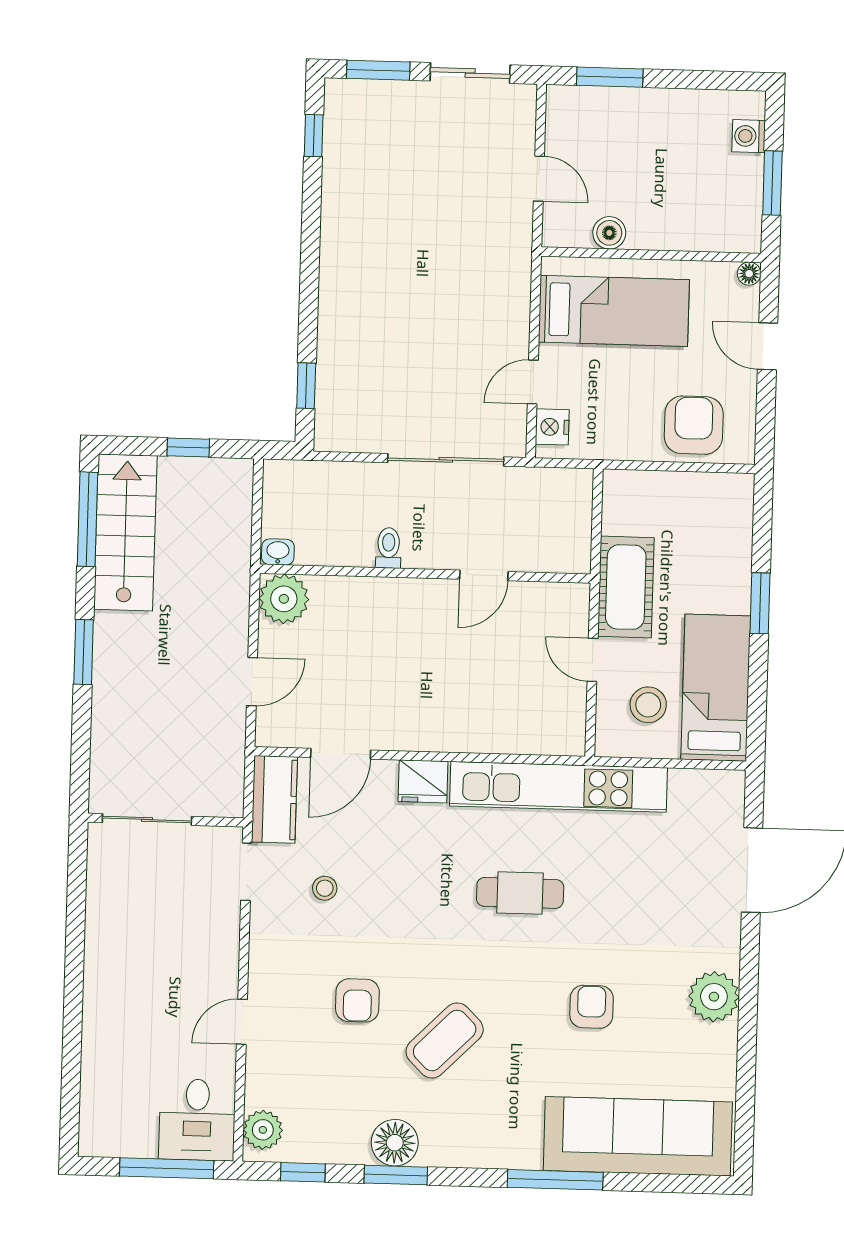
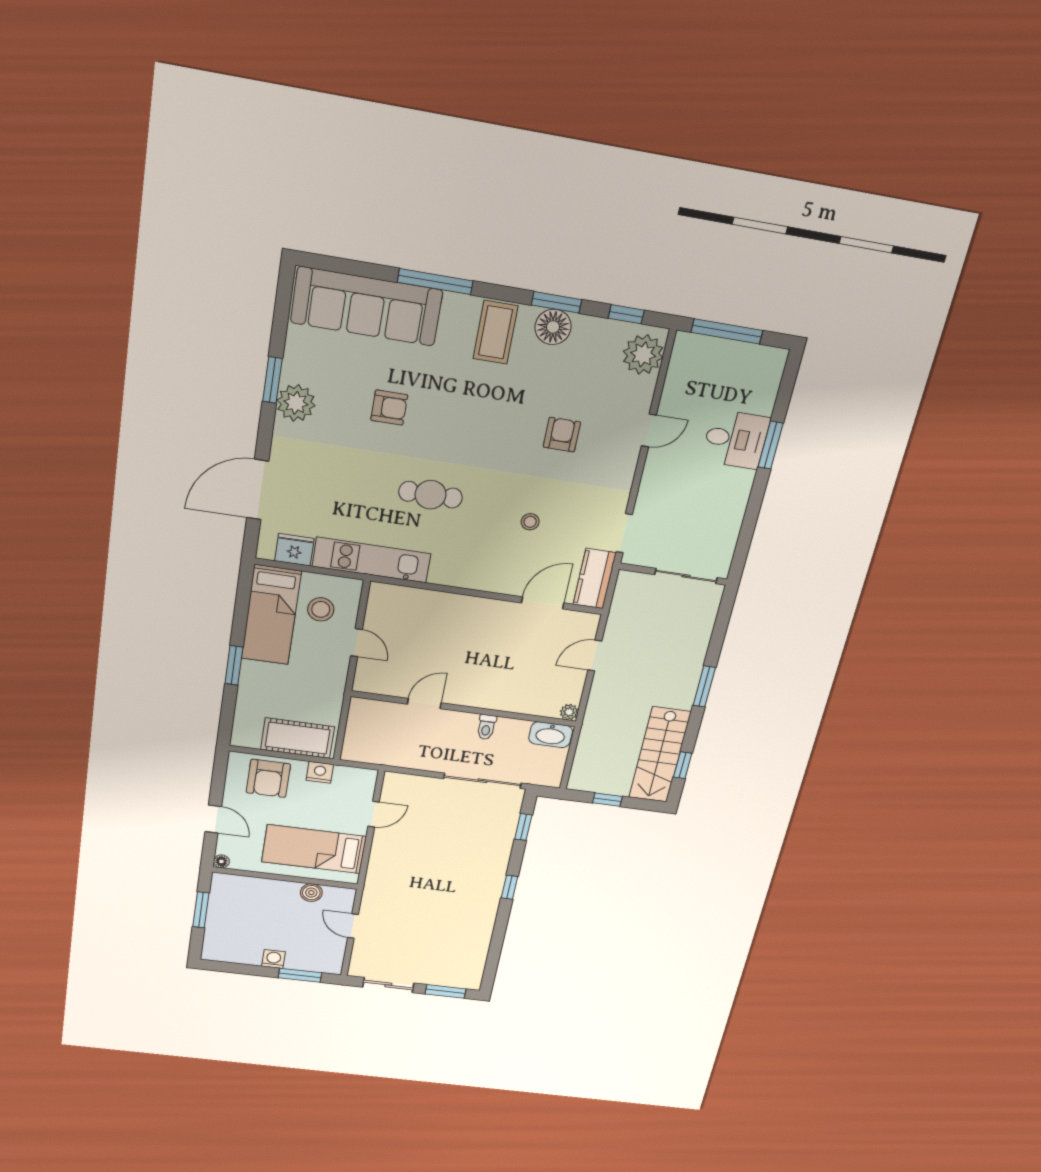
window: (314, 136) -> (509, 887), moved
washing machine: (749, 136) -> (274, 959), moved, turned -90
nightstand: (552, 427) -> (320, 772), moved, turned -90
sliding door: (446, 460) -> (482, 781), moved
window: (88, 519) -> (683, 765), width x0.46
washbasin: (278, 552) -> (551, 735), width x1.91, depth x1.45
cot: (626, 587) -> (298, 738), moved, turned 90
plant: (284, 599) -> (569, 712), width x0.53, depth x0.53
fridge: (423, 781) -> (294, 550), moved
kitchen unit: (558, 787) -> (372, 560), width x0.73
stool: (325, 888) -> (530, 522), moved
armchair: (592, 1007) -> (389, 408), turned -90
window: (73, 1023) -> (771, 445), added
window: (747, 1023) -> (272, 380), added
coffee table: (445, 1040) -> (495, 332), moved, turned -45
desk: (197, 1120) -> (736, 439), moved, turned 90
plant: (263, 1130) -> (643, 354), width x1.36, depth x1.36

